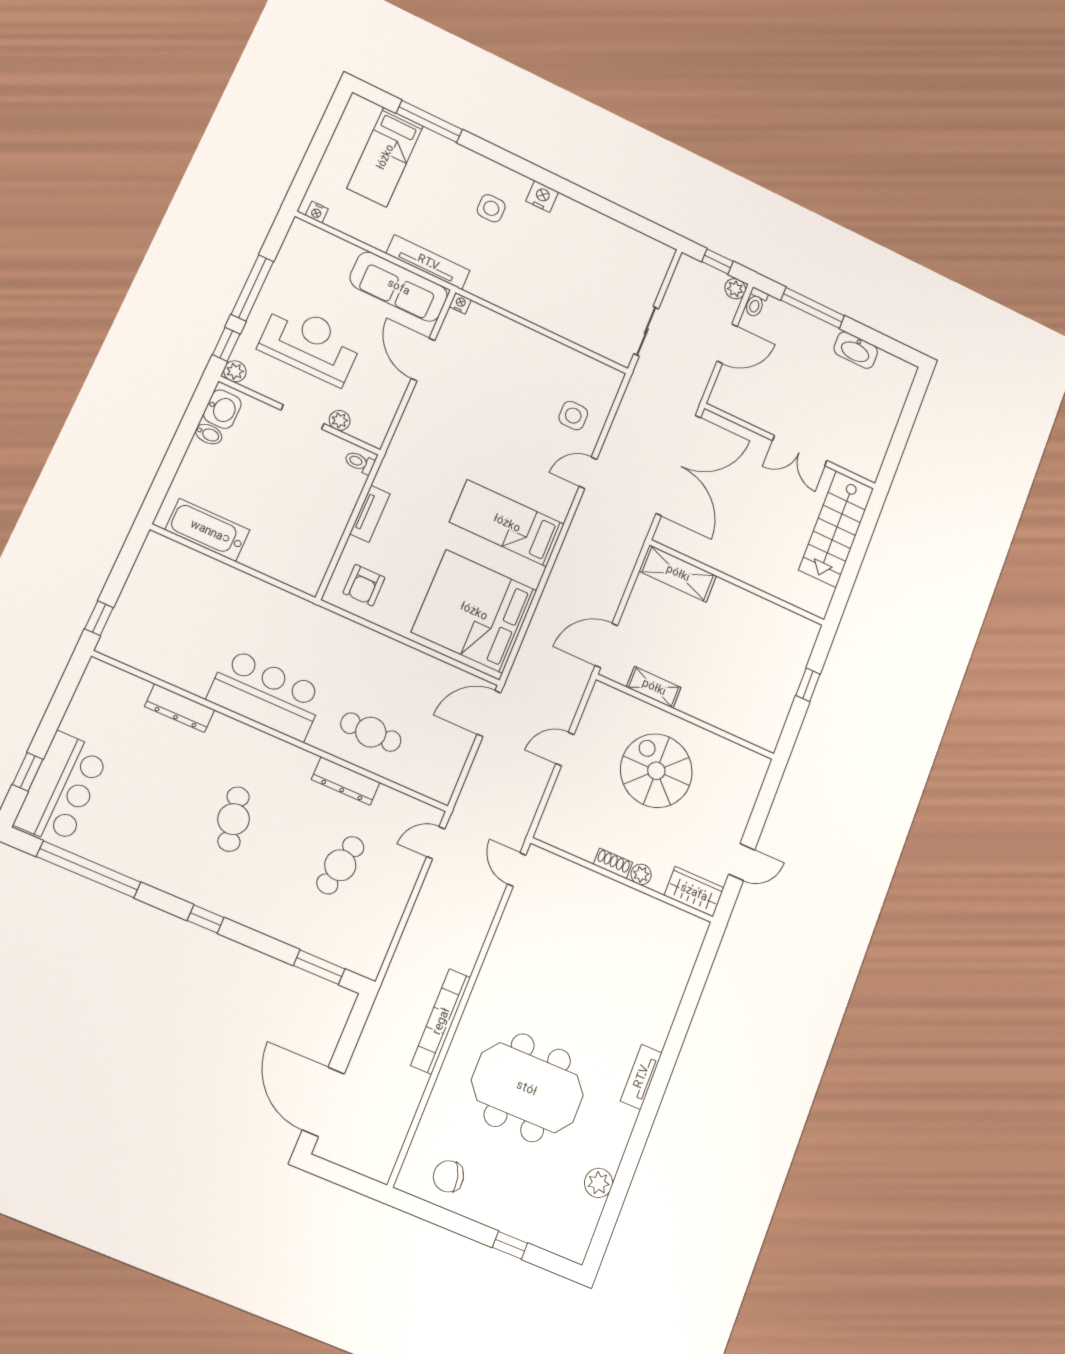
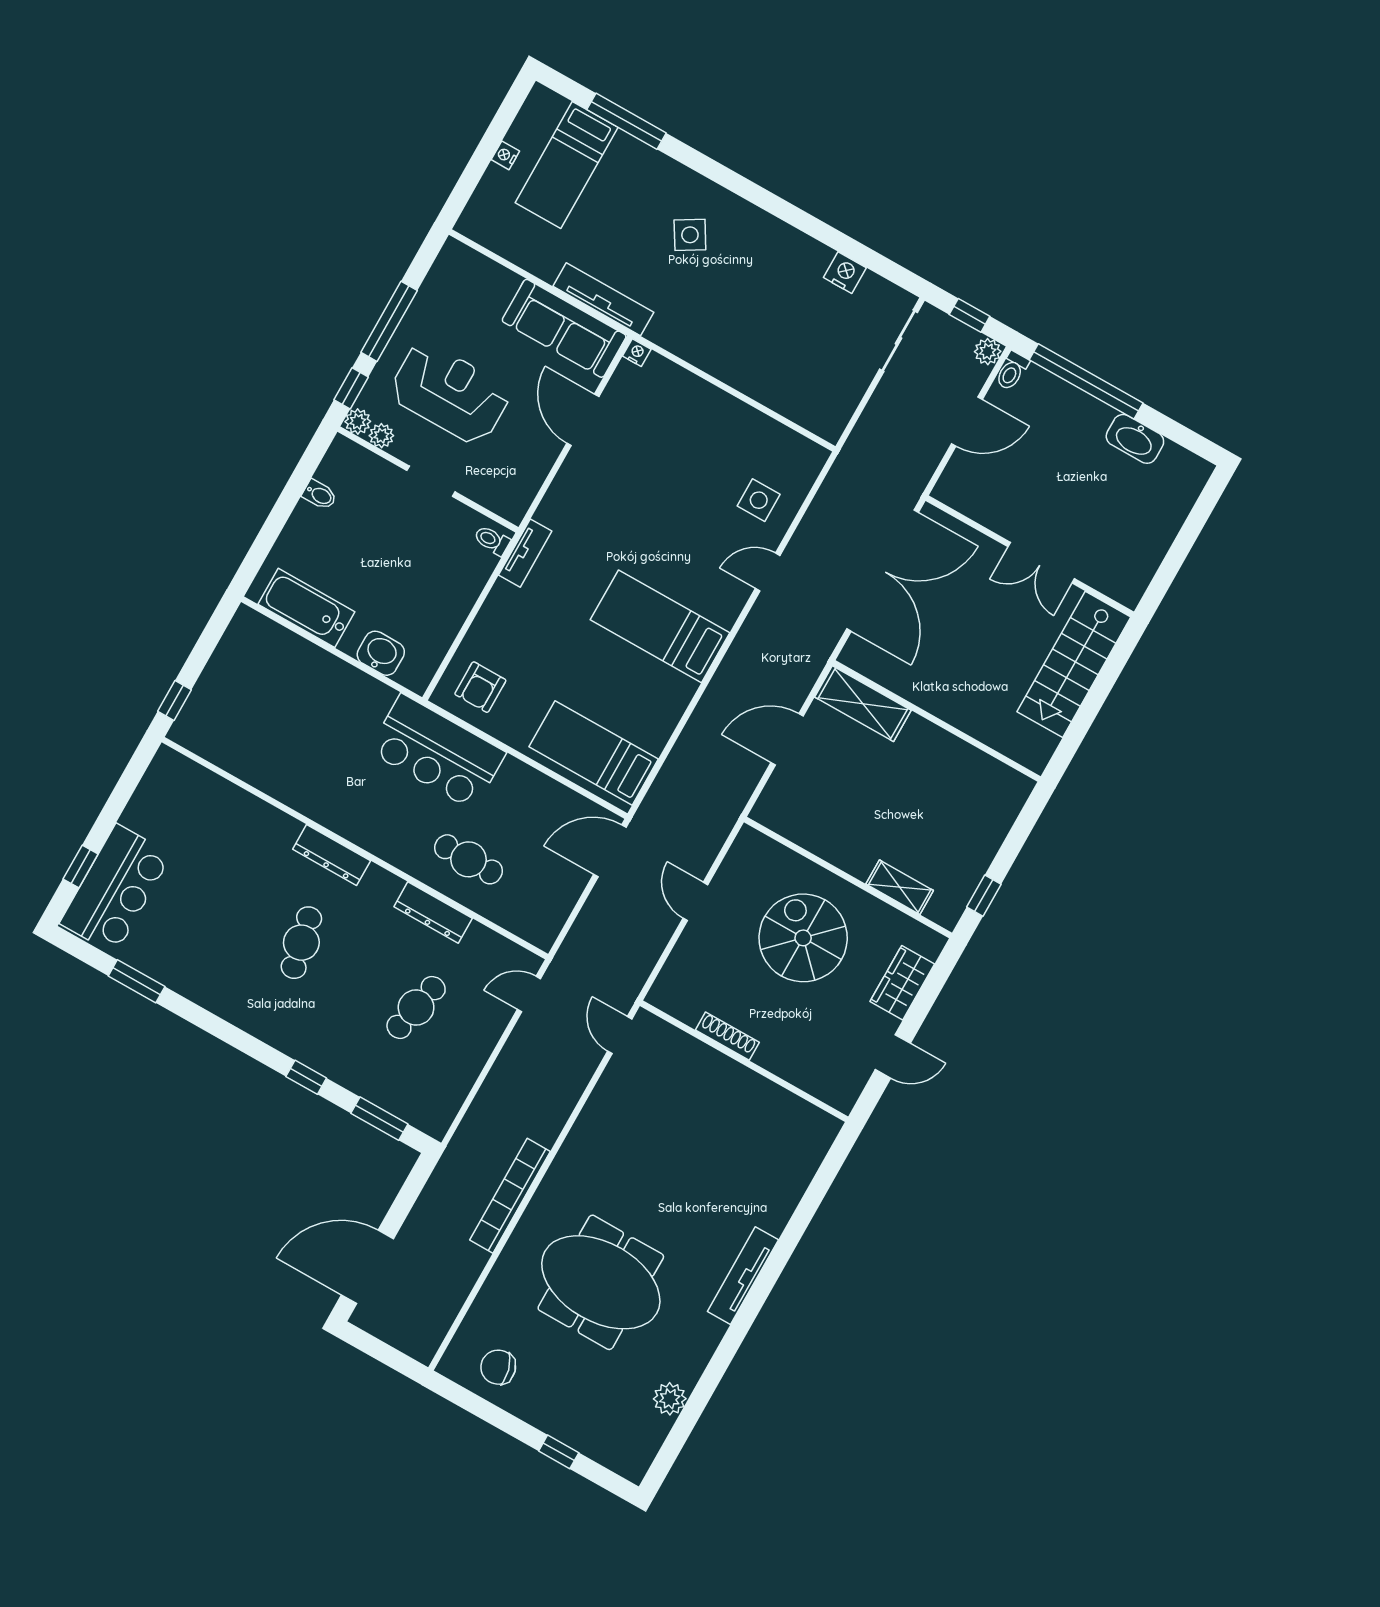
nightstand: (542, 197) -> (845, 273), moved
side table: (491, 208) -> (690, 235), turned -31
nightstand: (317, 212) -> (505, 155), moved, turned 90
window: (813, 308) -> (1086, 381), width x1.46
sliding door: (646, 331) -> (898, 341), moved
washbasin: (222, 409) -> (381, 653), moved, turned -90
plant: (340, 420) -> (381, 436), moved
tv unit: (370, 514) -> (525, 553), moved
bed: (474, 611) -> (594, 753), width x0.49
door: (606, 645) -> (787, 739), moved
window: (808, 685) -> (984, 896), moved
shelving: (654, 687) -> (900, 887), moved
bar counter: (266, 695) -> (437, 752), moved, turned 180
dresser: (180, 708) -> (332, 855), moved
door: (565, 749) -> (695, 901), hinge flipped
shoe rack: (613, 863) -> (727, 1036), width x1.43
window: (89, 869) -> (137, 981), width x0.47
plant: (641, 874) -> (768, 1057), removed
wardrobe: (694, 892) -> (902, 983), moved, turned -90
window: (206, 919) -> (306, 1077), moved
tv unit: (641, 1077) -> (743, 1276), width x1.41
door: (323, 1102) -> (367, 1267), hinge flipped

